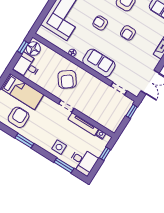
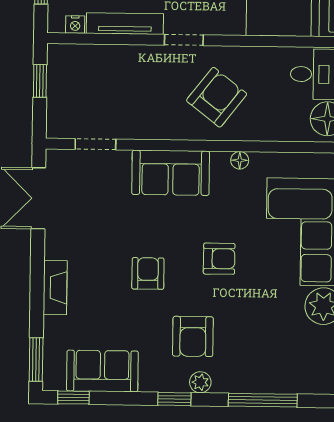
armchair: (67, 79) -> (217, 97), turned 74
window: (132, 111) -> (40, 81), moved

